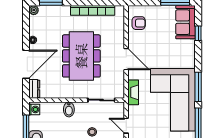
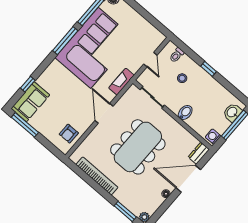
armchair: (139, 23) -> (69, 134), turned -90

